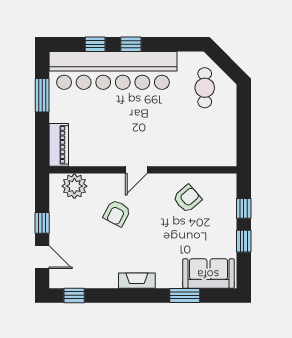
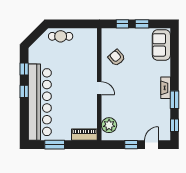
window: (95, 44) -> (24, 69), moved
cafe table: (205, 88) -> (61, 36), moved
armchair: (117, 213) -> (125, 100), removed
window: (185, 295) -> (175, 100), moved

